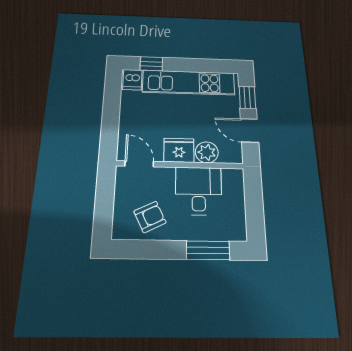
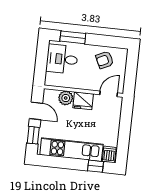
door: (139, 164) -> (109, 94), swing flipped
desk: (199, 191) -> (62, 59), moved, turned 90

